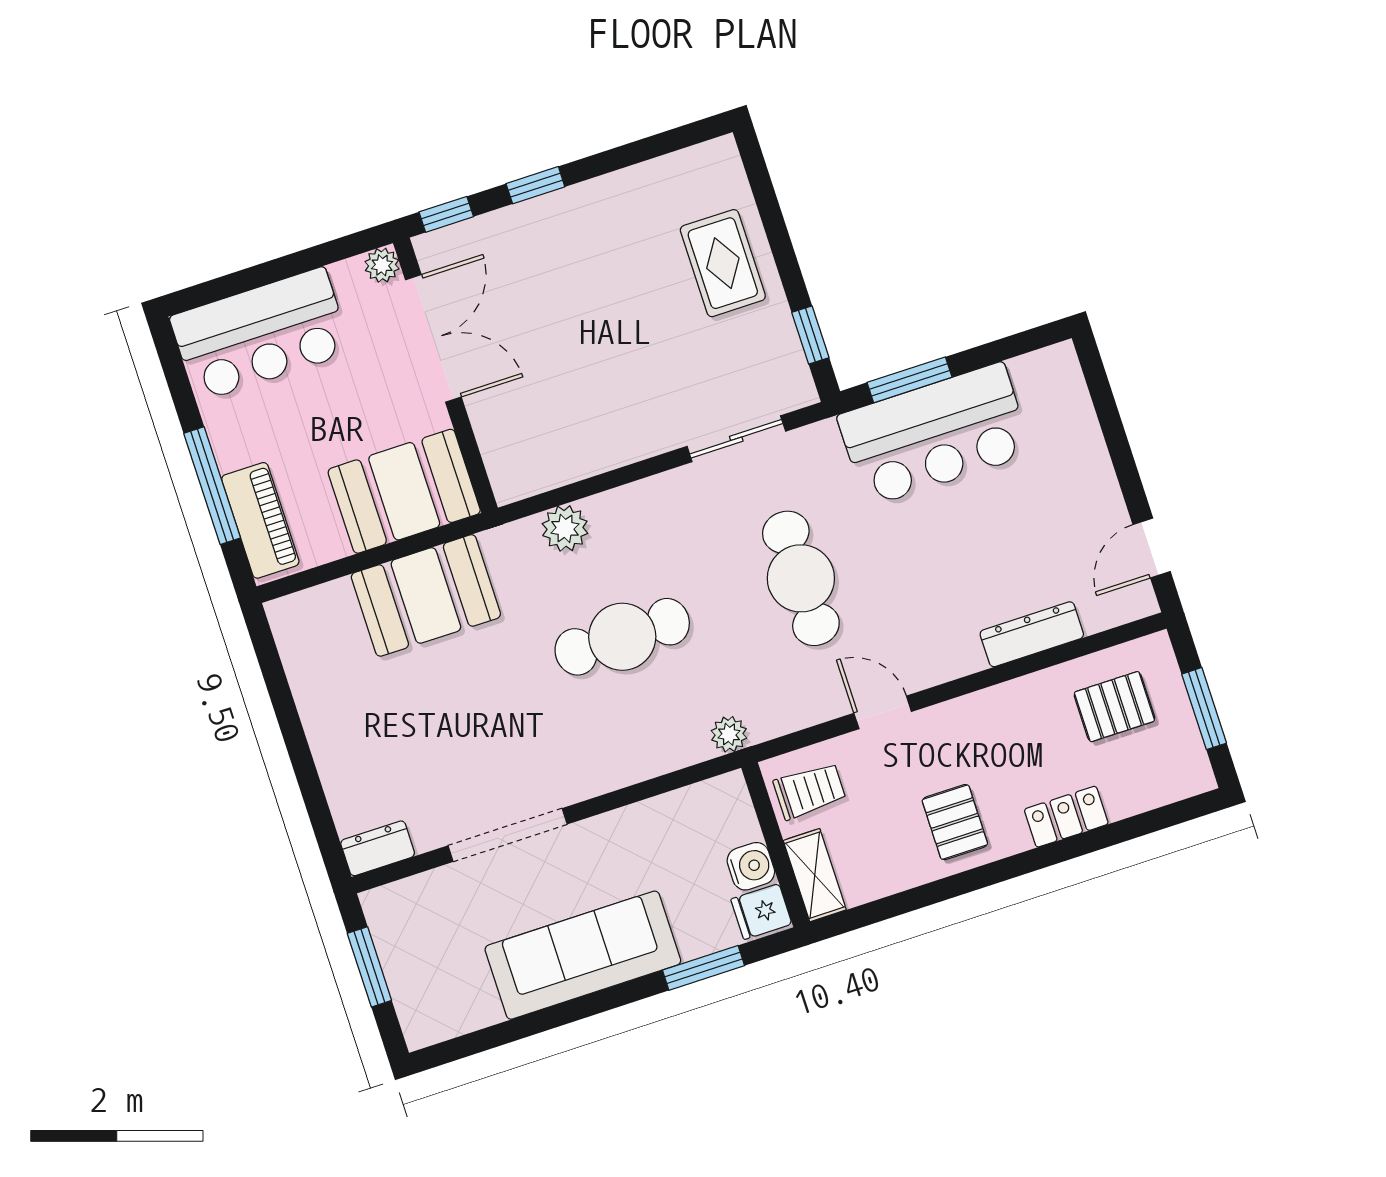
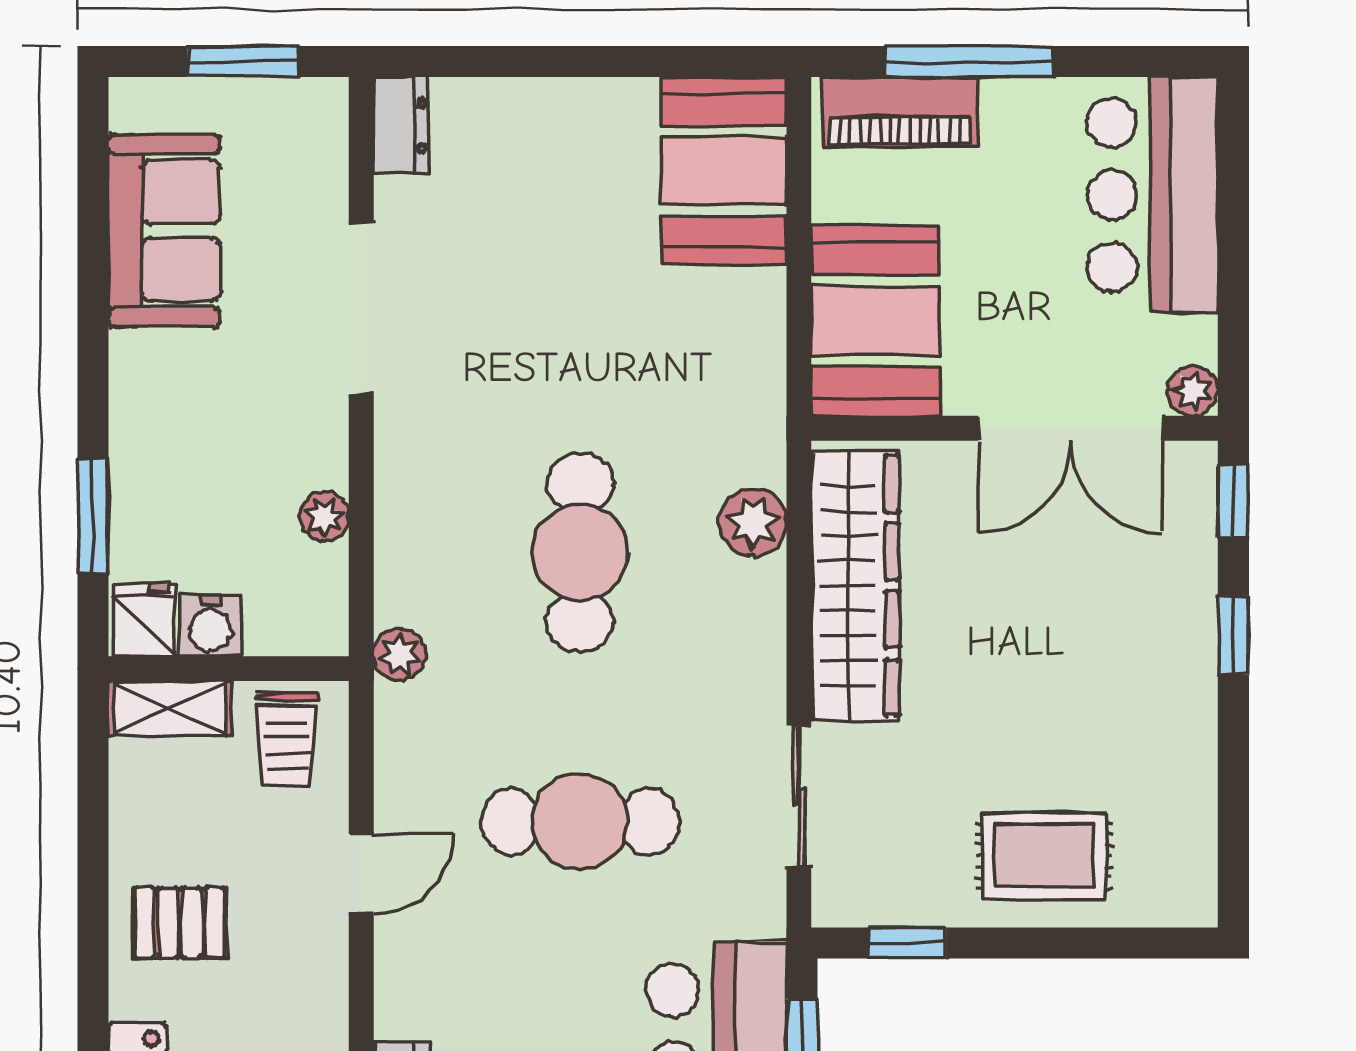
wardrobe: (585, 447) -> (855, 586), added
booth: (426, 595) -> (724, 171), moved
plant: (654, 814) -> (324, 516), added
sofa: (583, 955) -> (164, 231), moved, width x0.73

